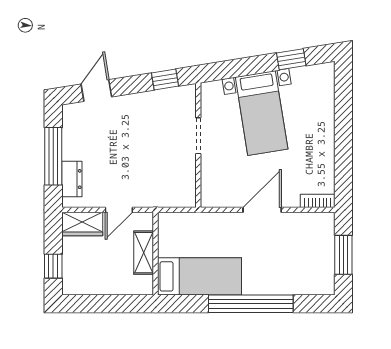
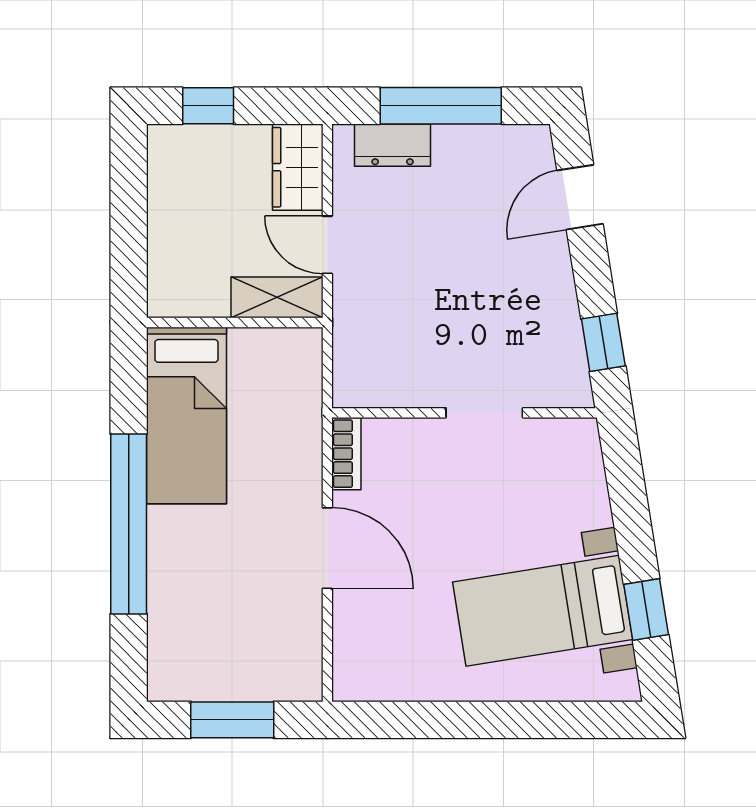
door: (96, 91) -> (580, 197), swing flipped
bed with nightstands: (262, 113) -> (543, 611), moved
bookcase: (318, 201) -> (346, 454), moved
shelving: (144, 253) -> (277, 297), moved

